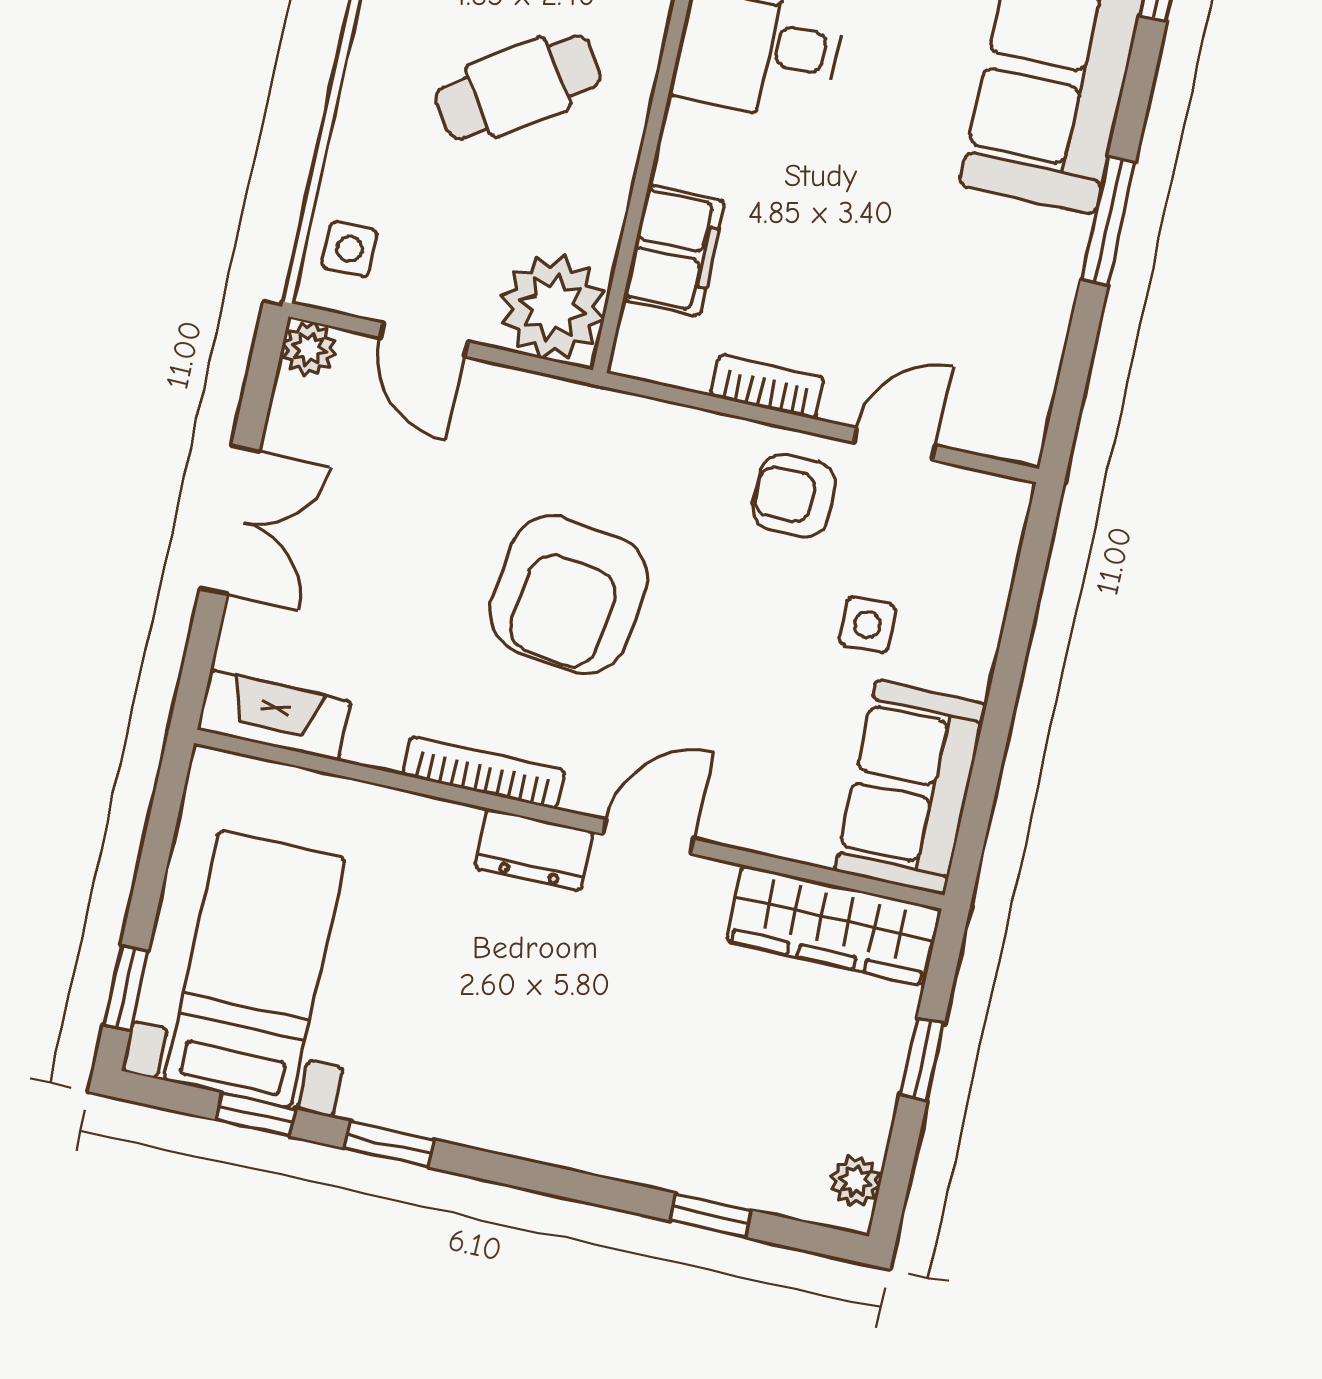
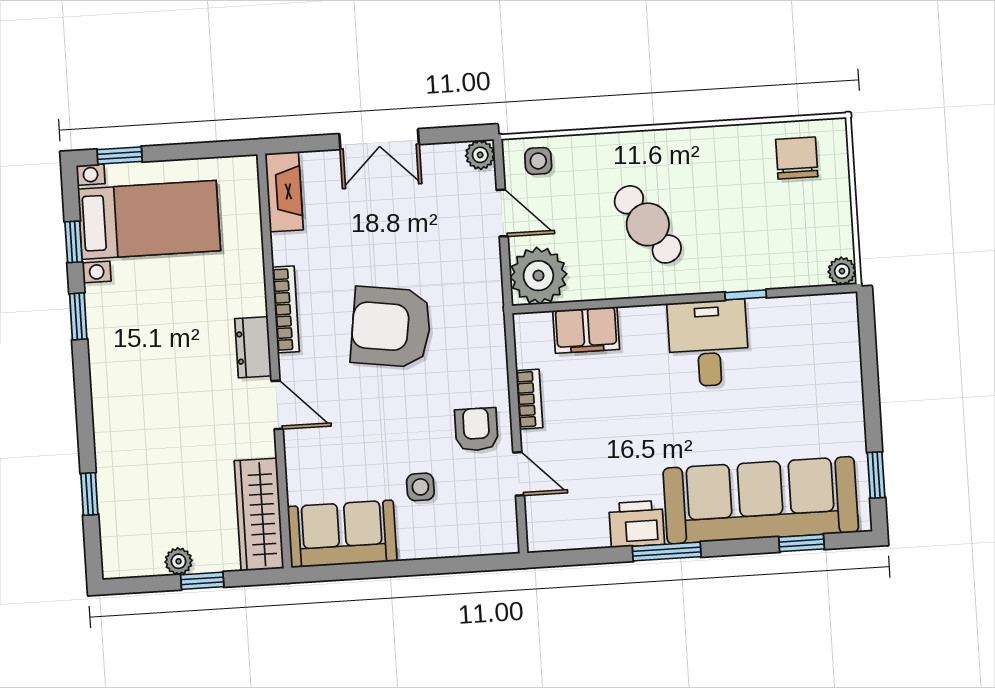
printer: (1044, 260) -> (637, 524), added
door: (424, 340) -> (502, 213), swing flipped
plant: (856, 1181) -> (179, 561), moved

